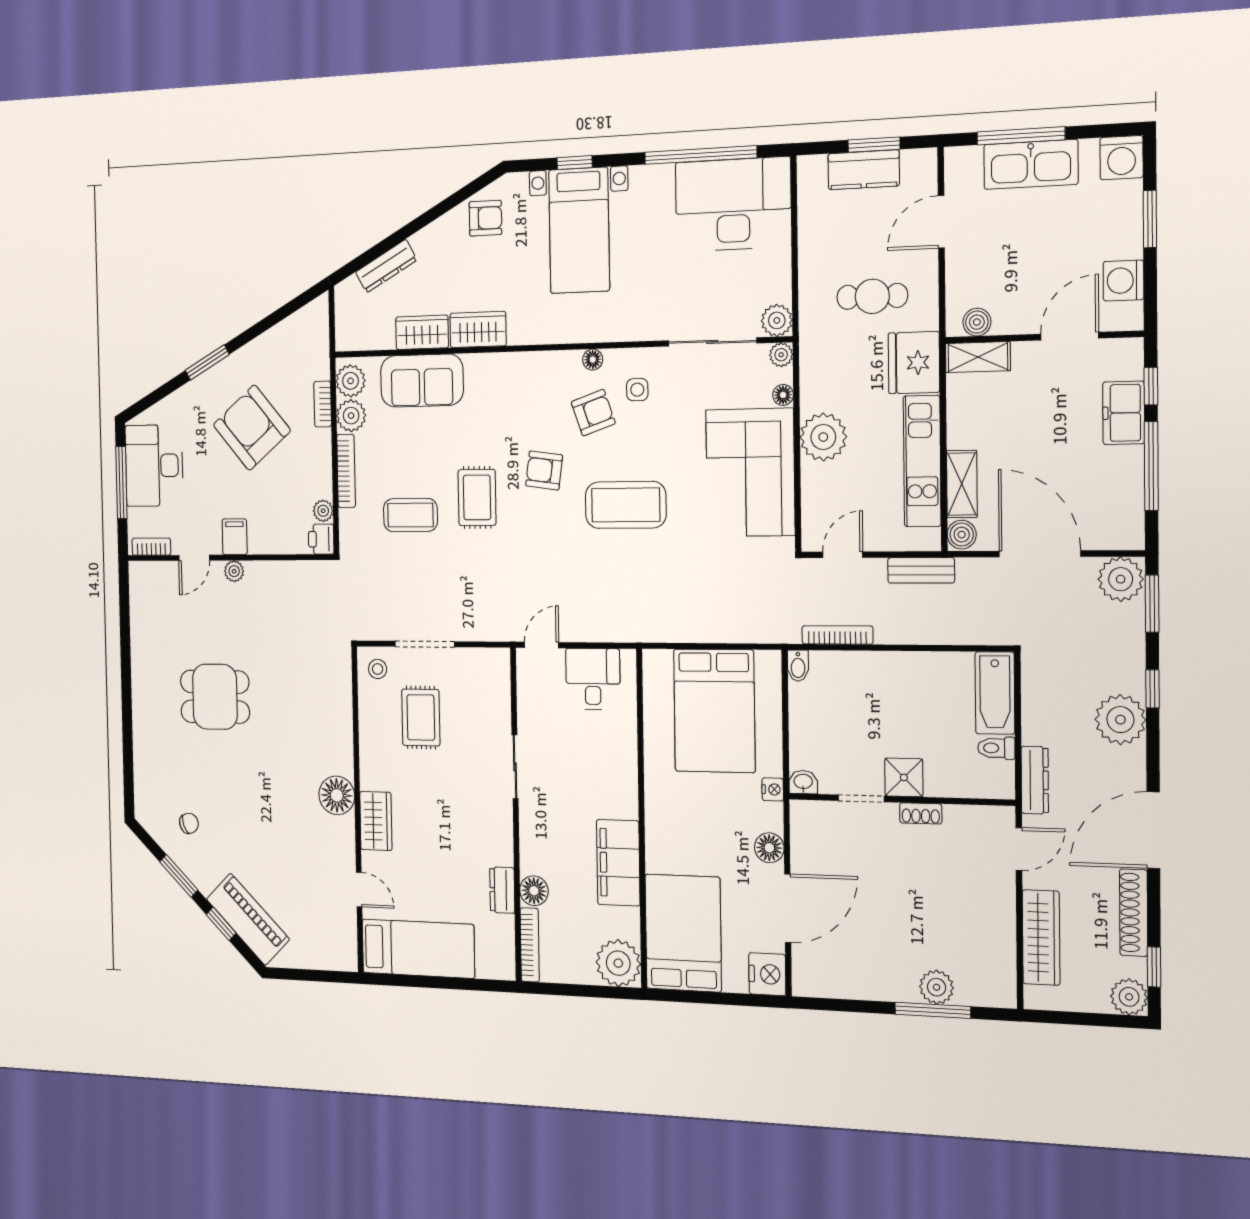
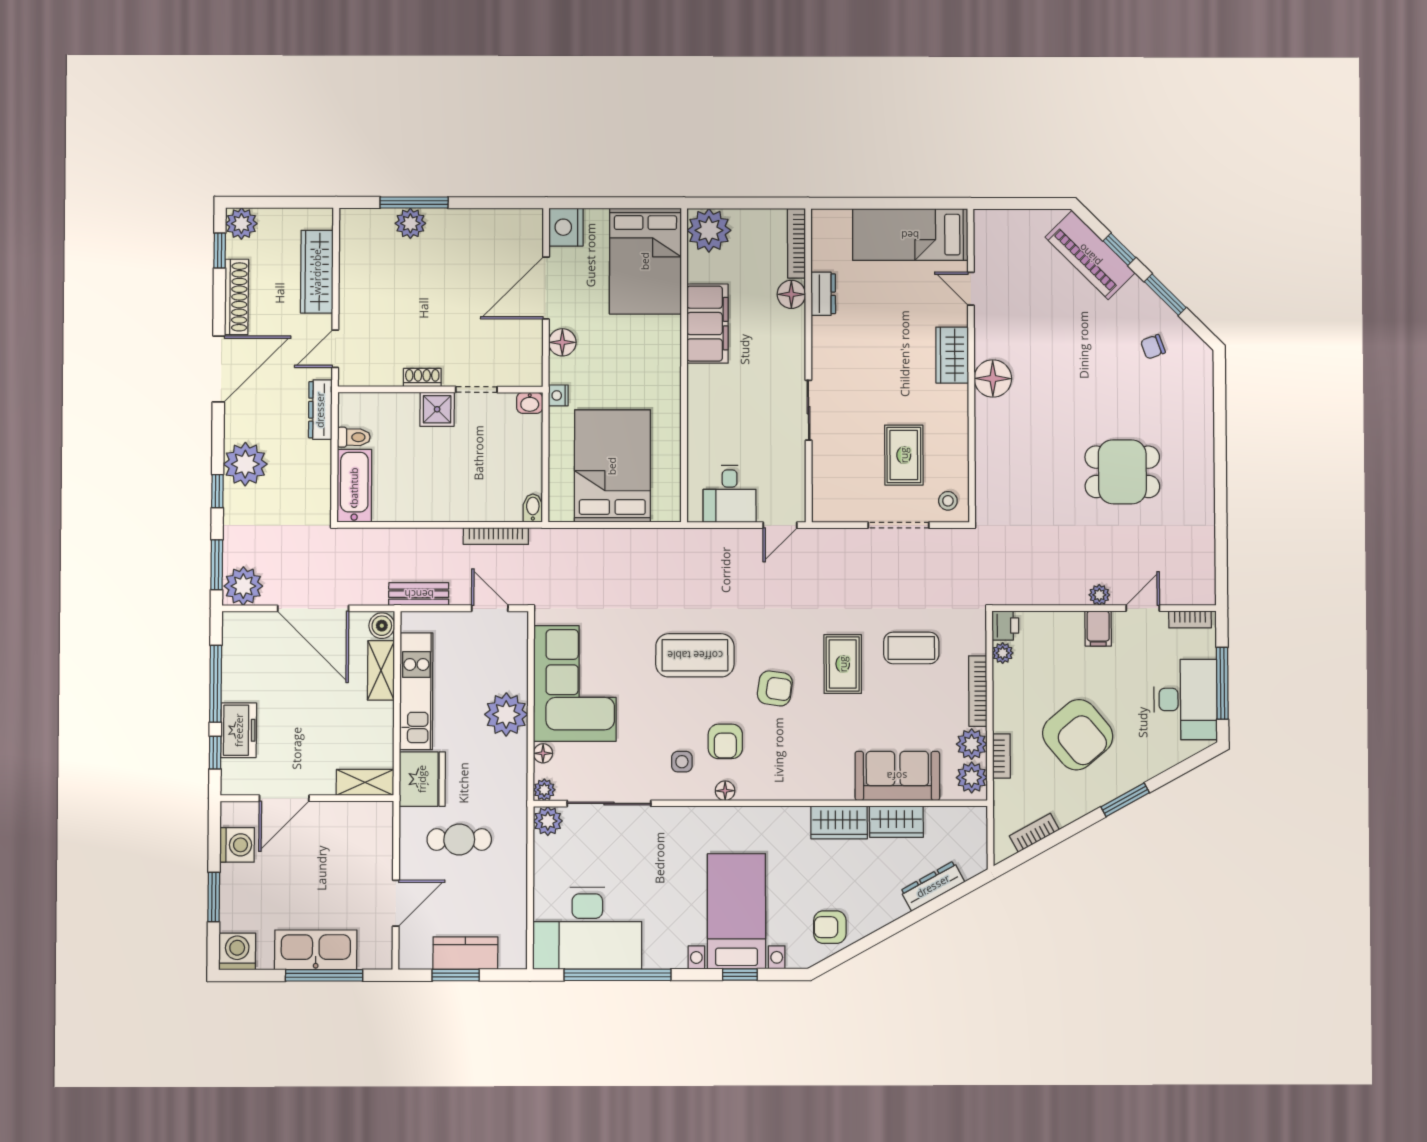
boiler: (977, 322) -> (365, 813), removed
bookcase: (291, 326) -> (1034, 833), added
armchair: (593, 413) -> (725, 741), turned -71
door: (843, 555) -> (490, 608), swing flipped

